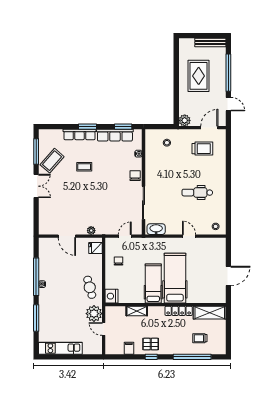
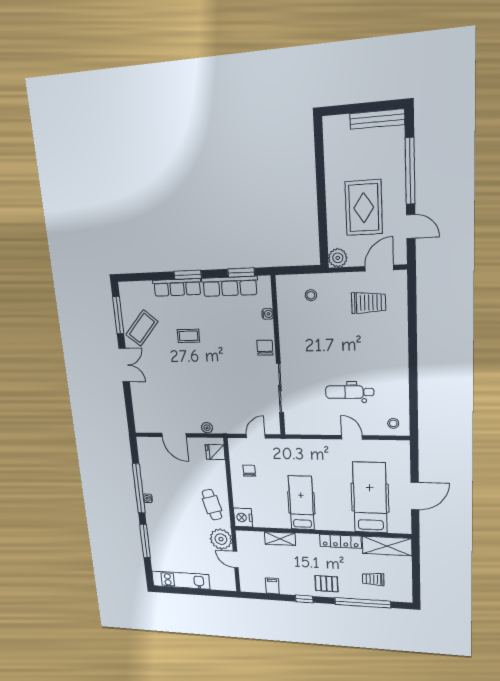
rug: (199, 76) -> (364, 208), moved
dental chair: (197, 193) -> (350, 392), moved
washbasin: (156, 229) -> (301, 427), removed
hospital bed: (175, 278) -> (370, 498), moved
pallet: (151, 344) -> (326, 584), moved

